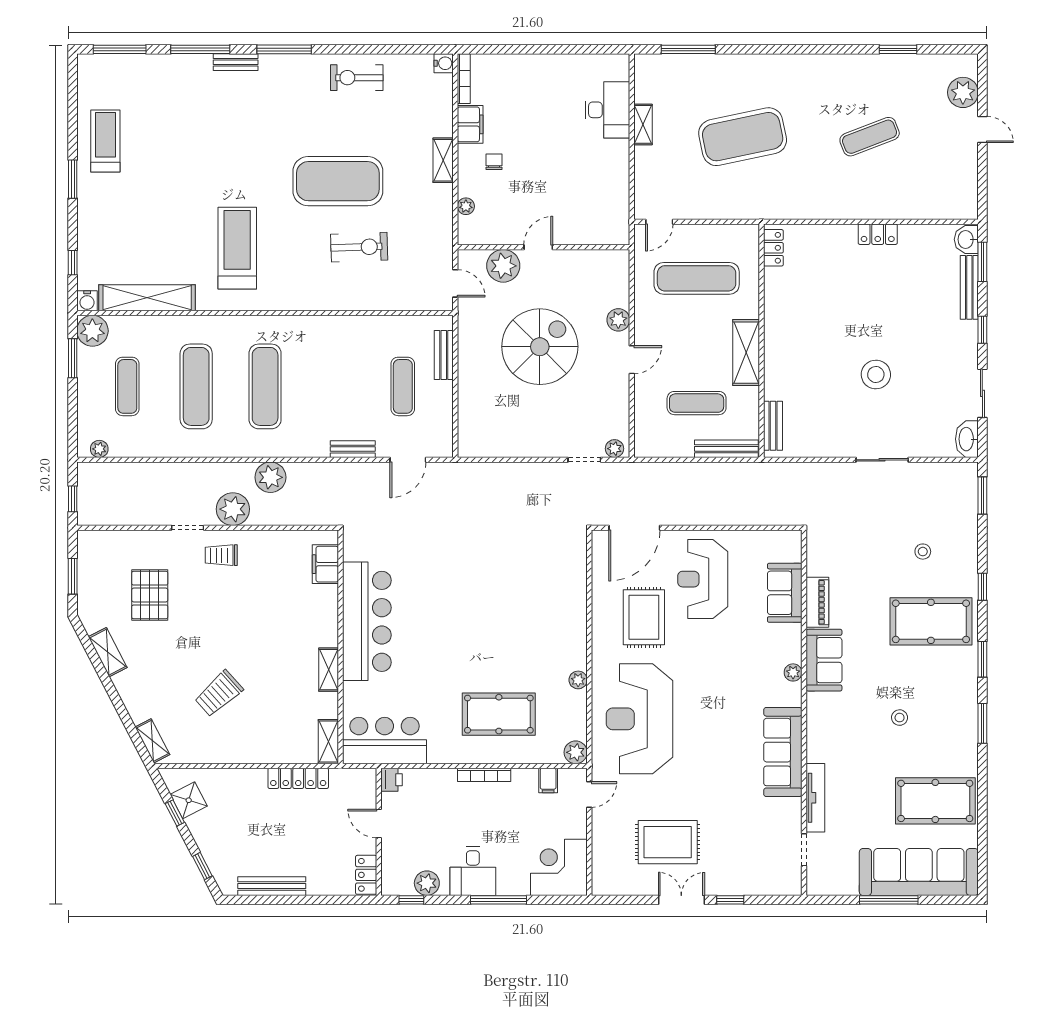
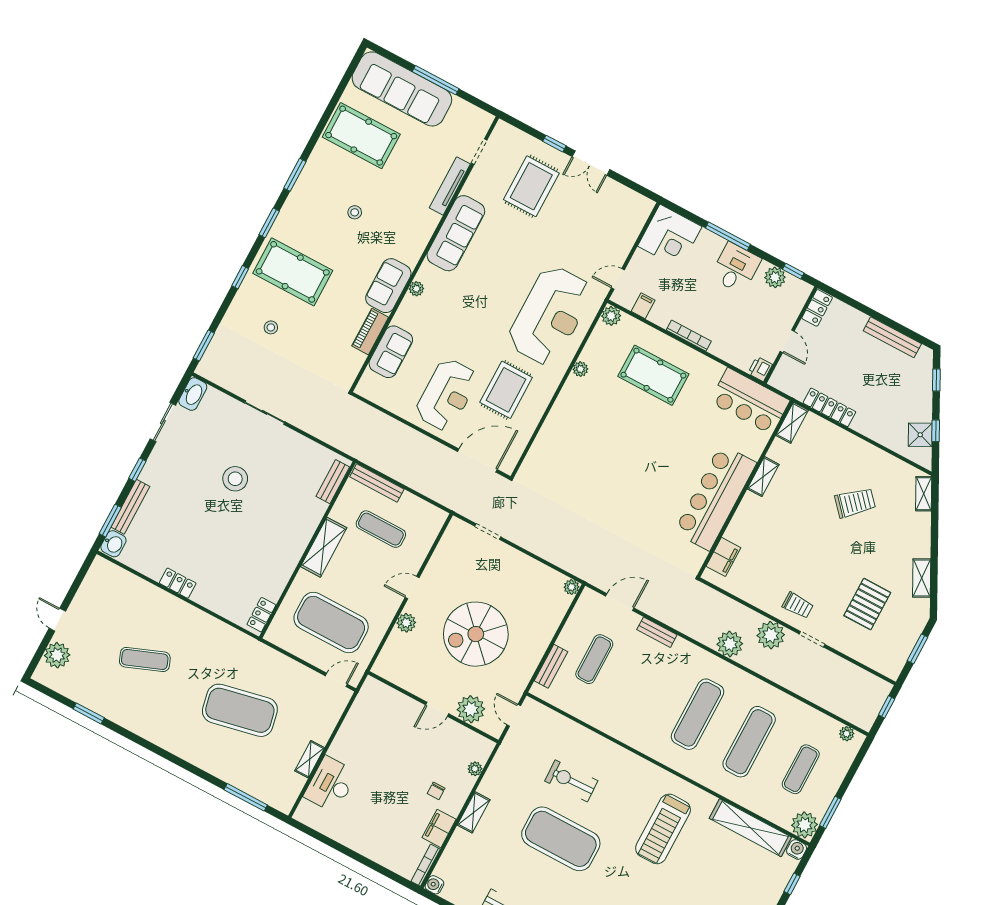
exercise mat: (697, 278) -> (331, 623), width x1.47
plant: (615, 449) -> (571, 587), moved
rug: (668, 842) -> (531, 186), moved, turned 90

